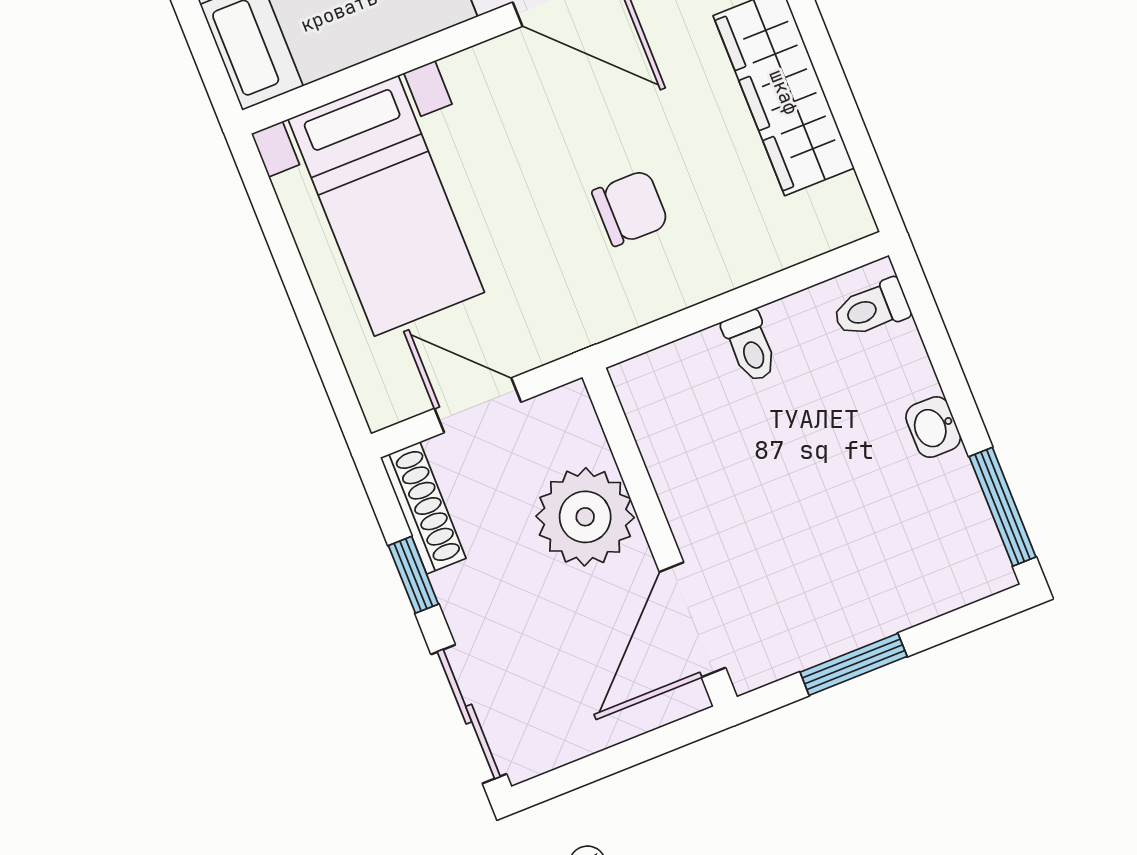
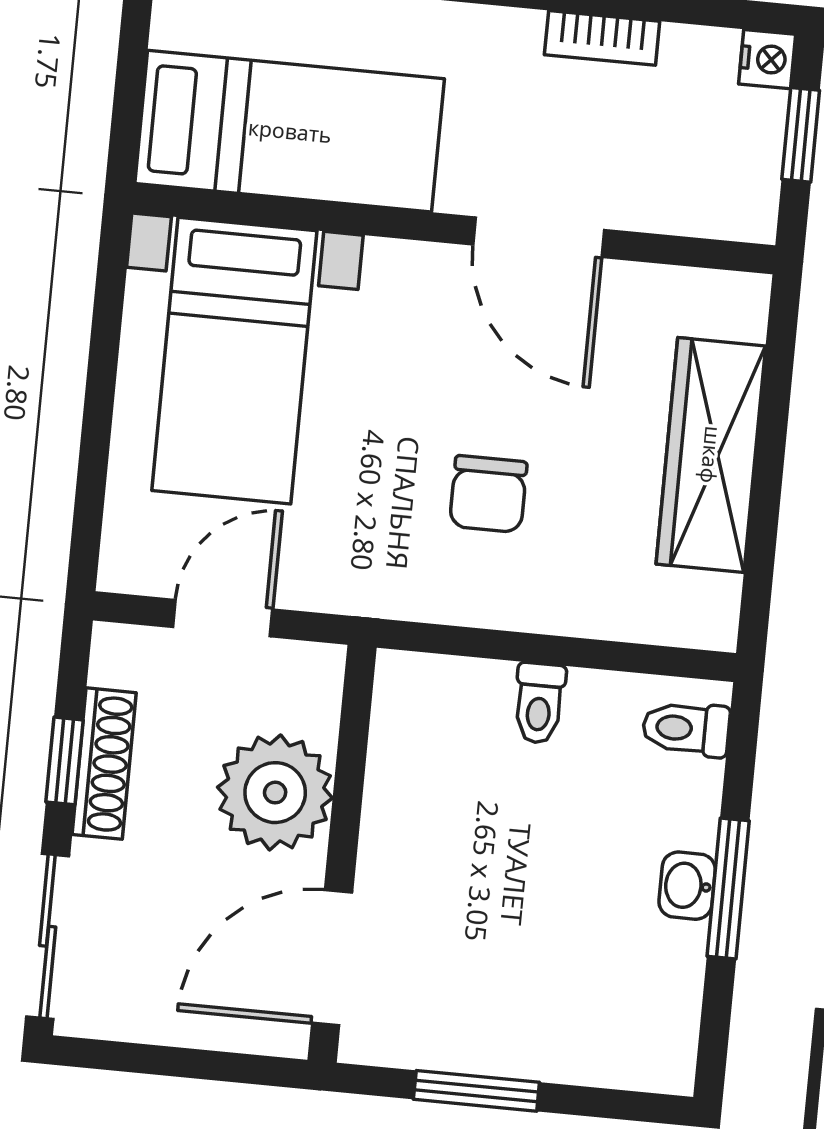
chair: (630, 208) -> (488, 494), turned 90
door: (478, 405) -> (223, 618), hinge flipped
window: (1003, 507) -> (728, 888), moved
shoe rack: (423, 508) -> (104, 764), moved

